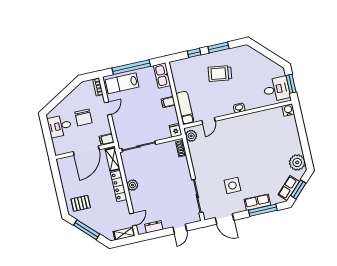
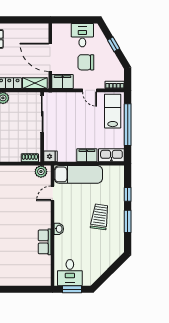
window: (62, 96) -> (114, 44), added
filing cabinet: (168, 102) -> (87, 155), width x2.00
exam couch: (185, 108) -> (78, 174), width x1.36, depth x1.45
water cooler: (288, 110) -> (45, 280), removed
row of seats: (254, 118) -> (45, 242), added
door: (208, 121) -> (53, 193), hinge flipped
filing cabinet: (107, 139) -> (63, 82), width x2.00

